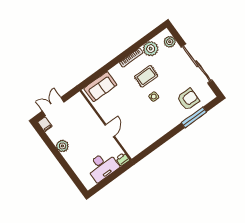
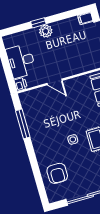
window: (194, 117) -> (23, 124), moved
plant: (62, 146) -> (46, 31), moved
window: (64, 163) -> (38, 23), added

